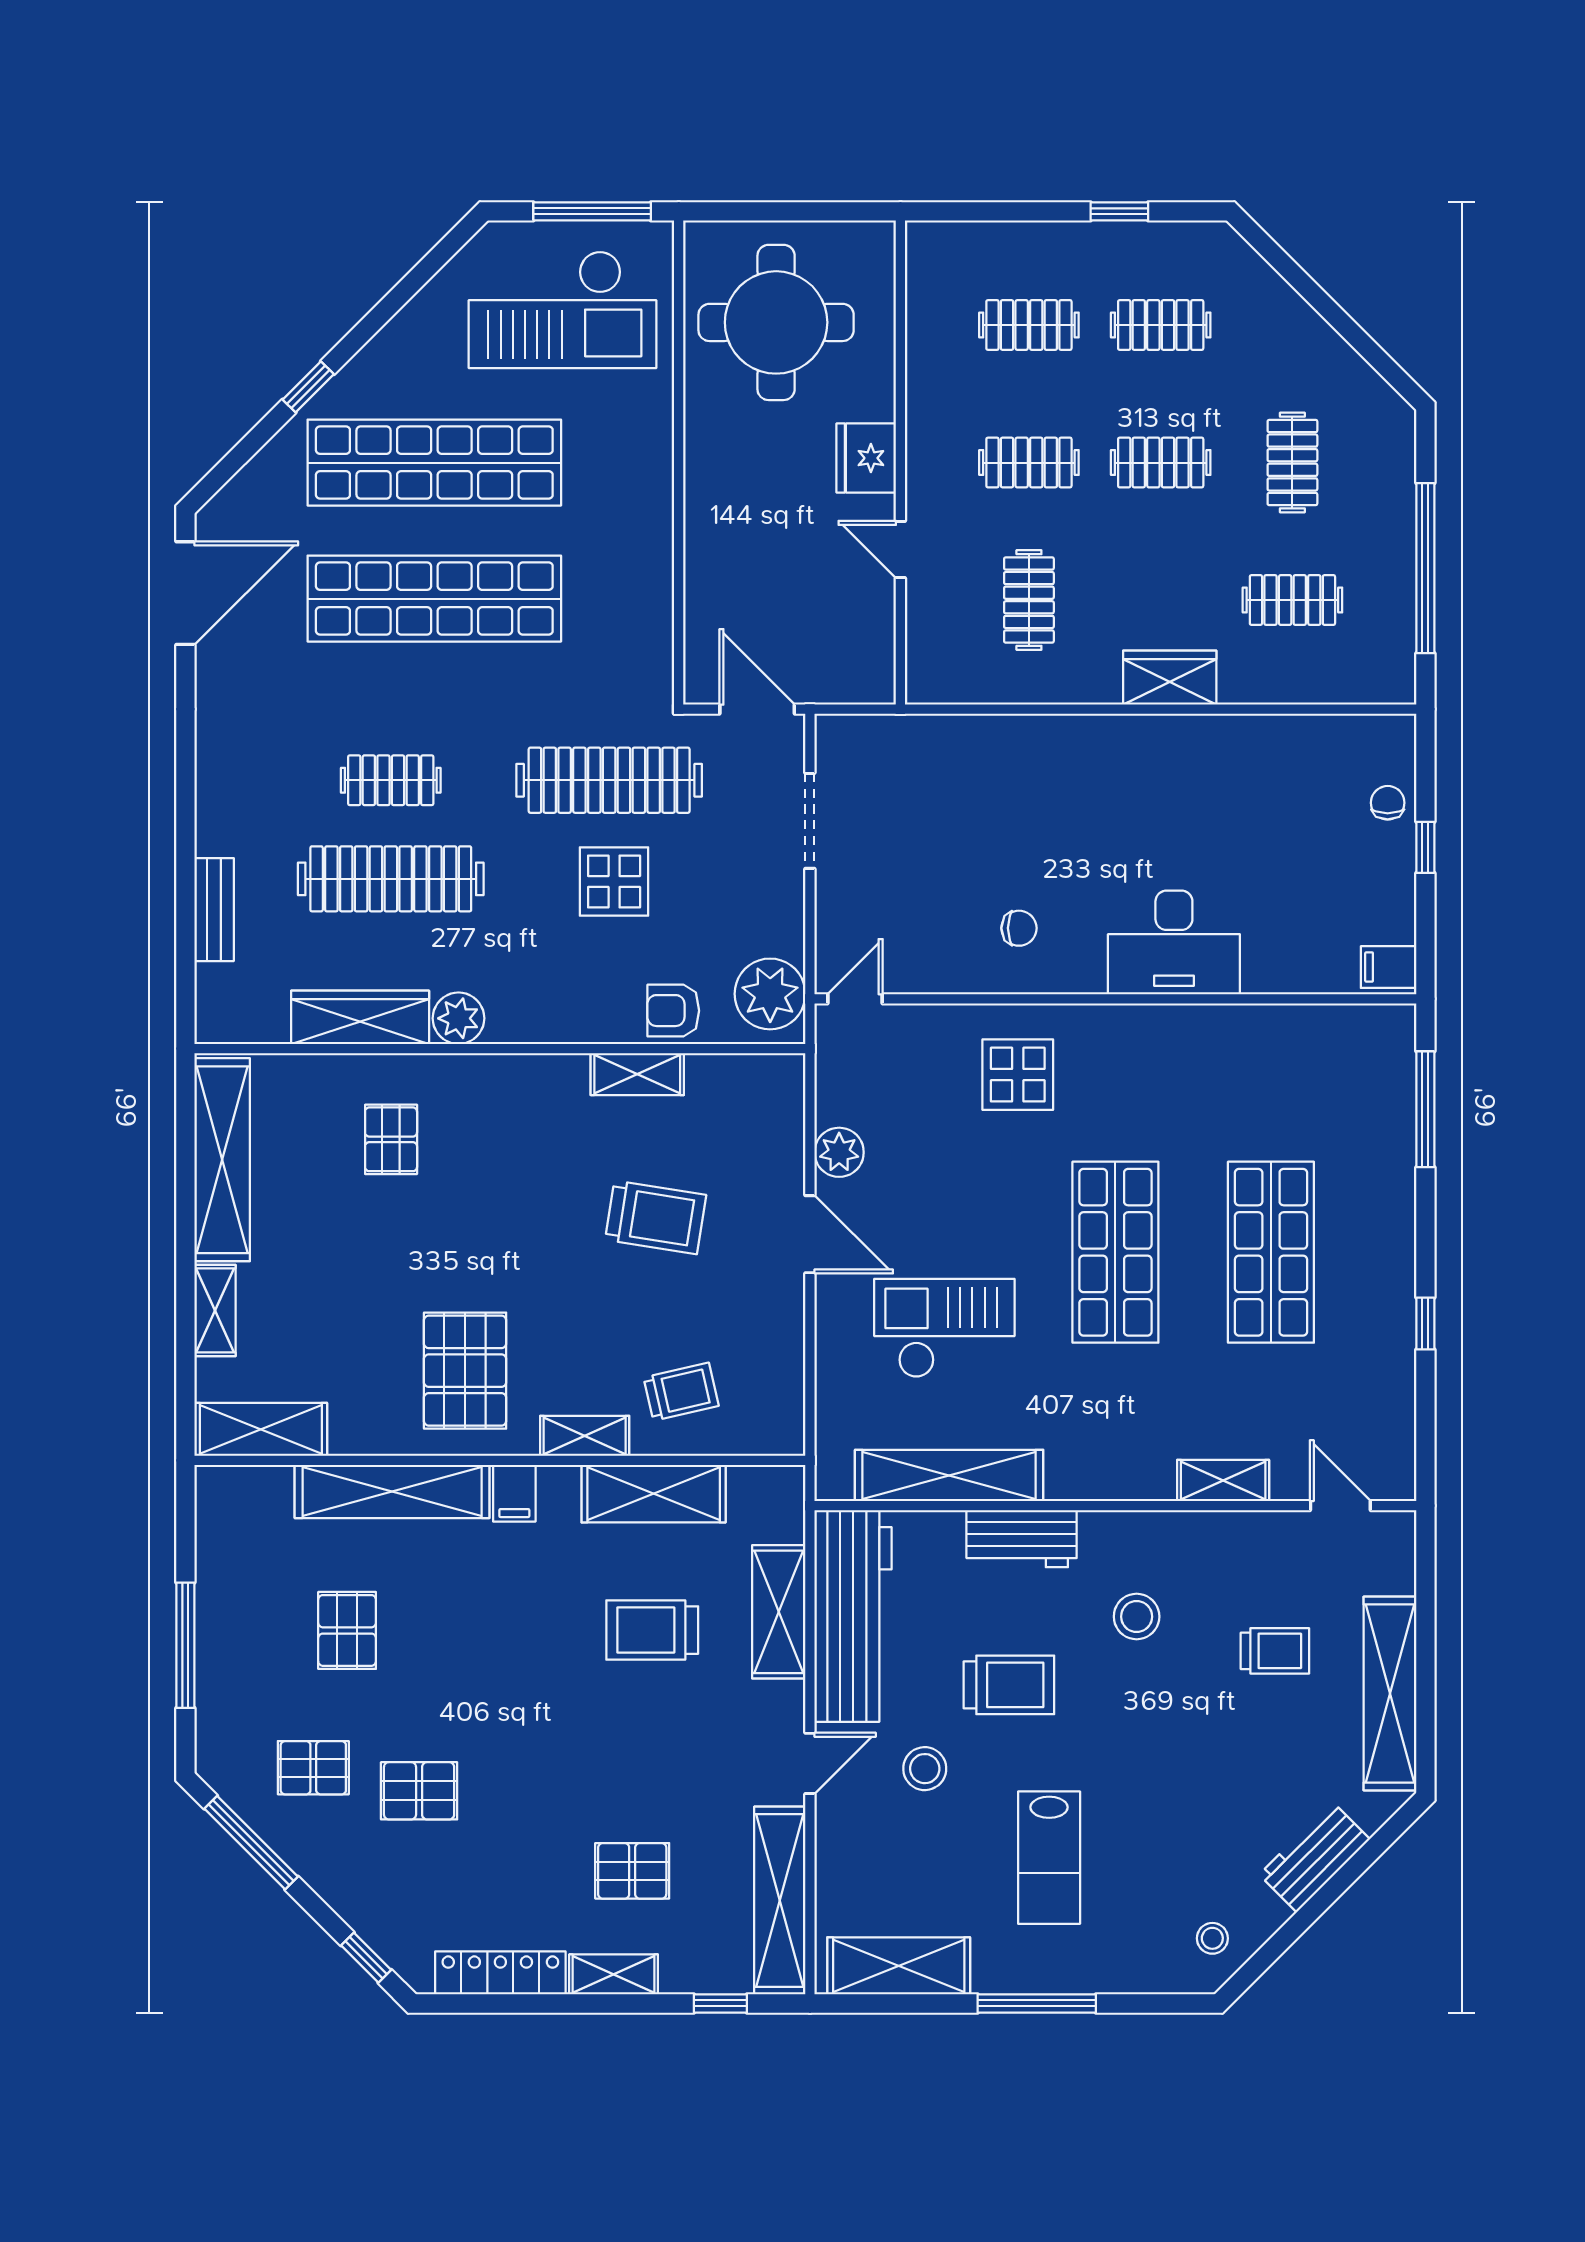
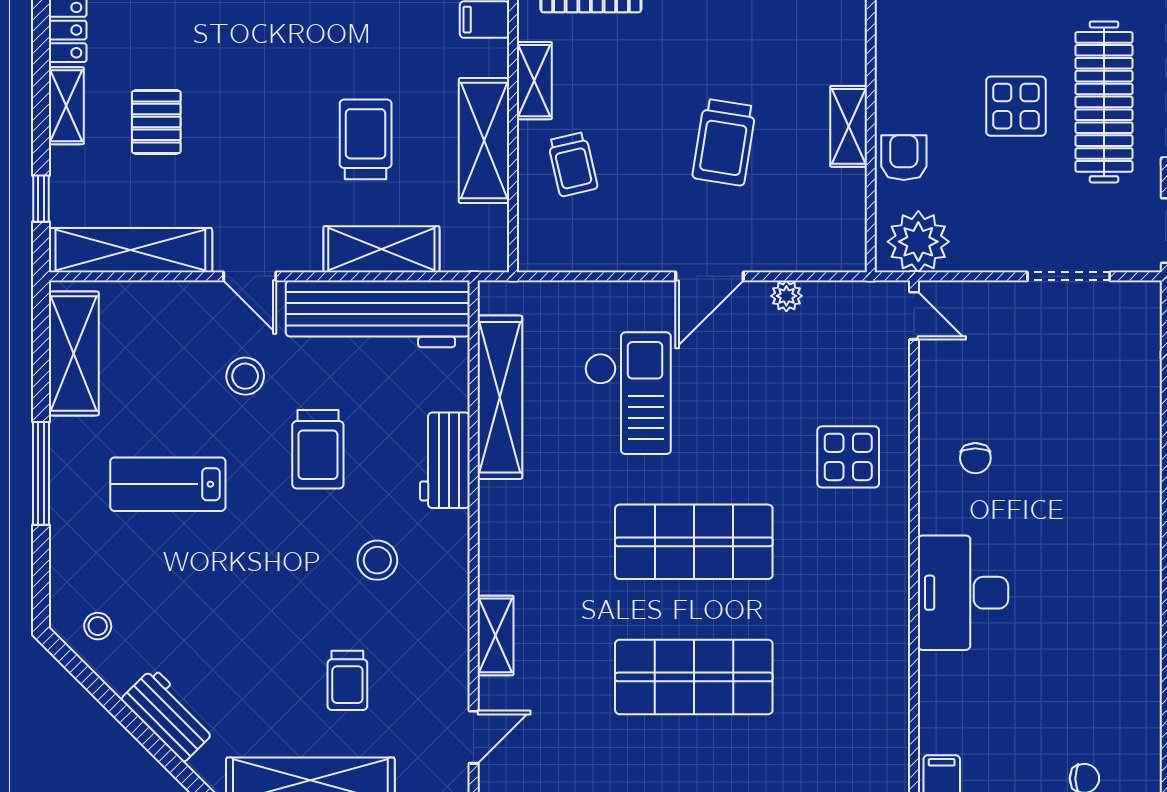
plant: (839, 1152) -> (786, 296), width x0.73, depth x0.73

